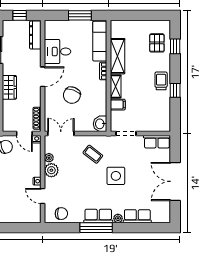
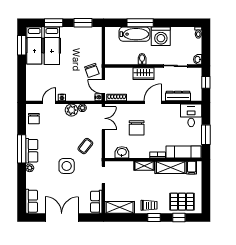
dresser: (35, 35) -> (178, 96), moved
pallet: (157, 43) -> (182, 202), width x1.50, depth x1.42
desk: (58, 52) -> (191, 115), moved
door: (43, 77) -> (153, 102), swing flipped
window: (175, 90) -> (154, 217), moved
chair: (72, 95) -> (137, 128), turned -110
filing cabinet: (118, 105) -> (192, 168), moved
shelving: (164, 115) -> (120, 207), added
washbasin: (100, 124) -> (122, 152), moved
door: (24, 133) -> (103, 87), hinge flipped
row of seats: (137, 216) -> (32, 201), moved

